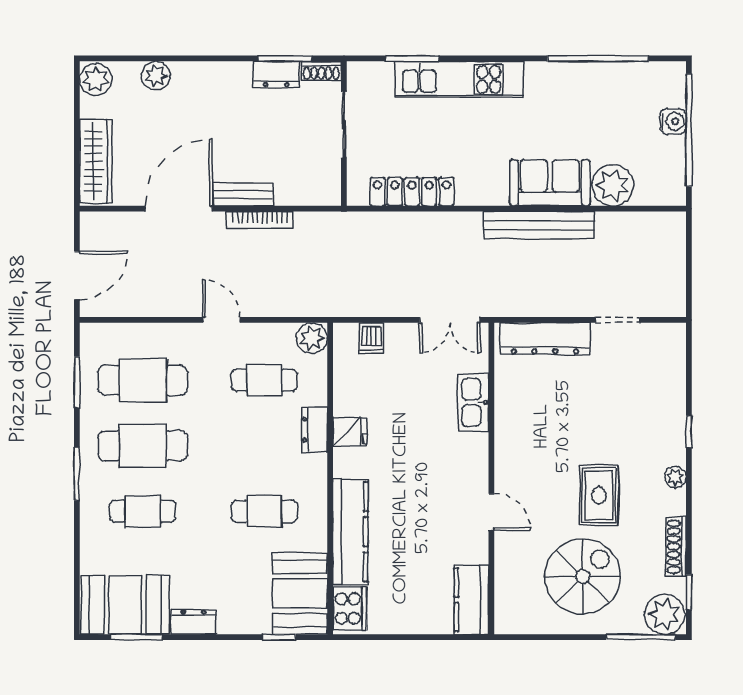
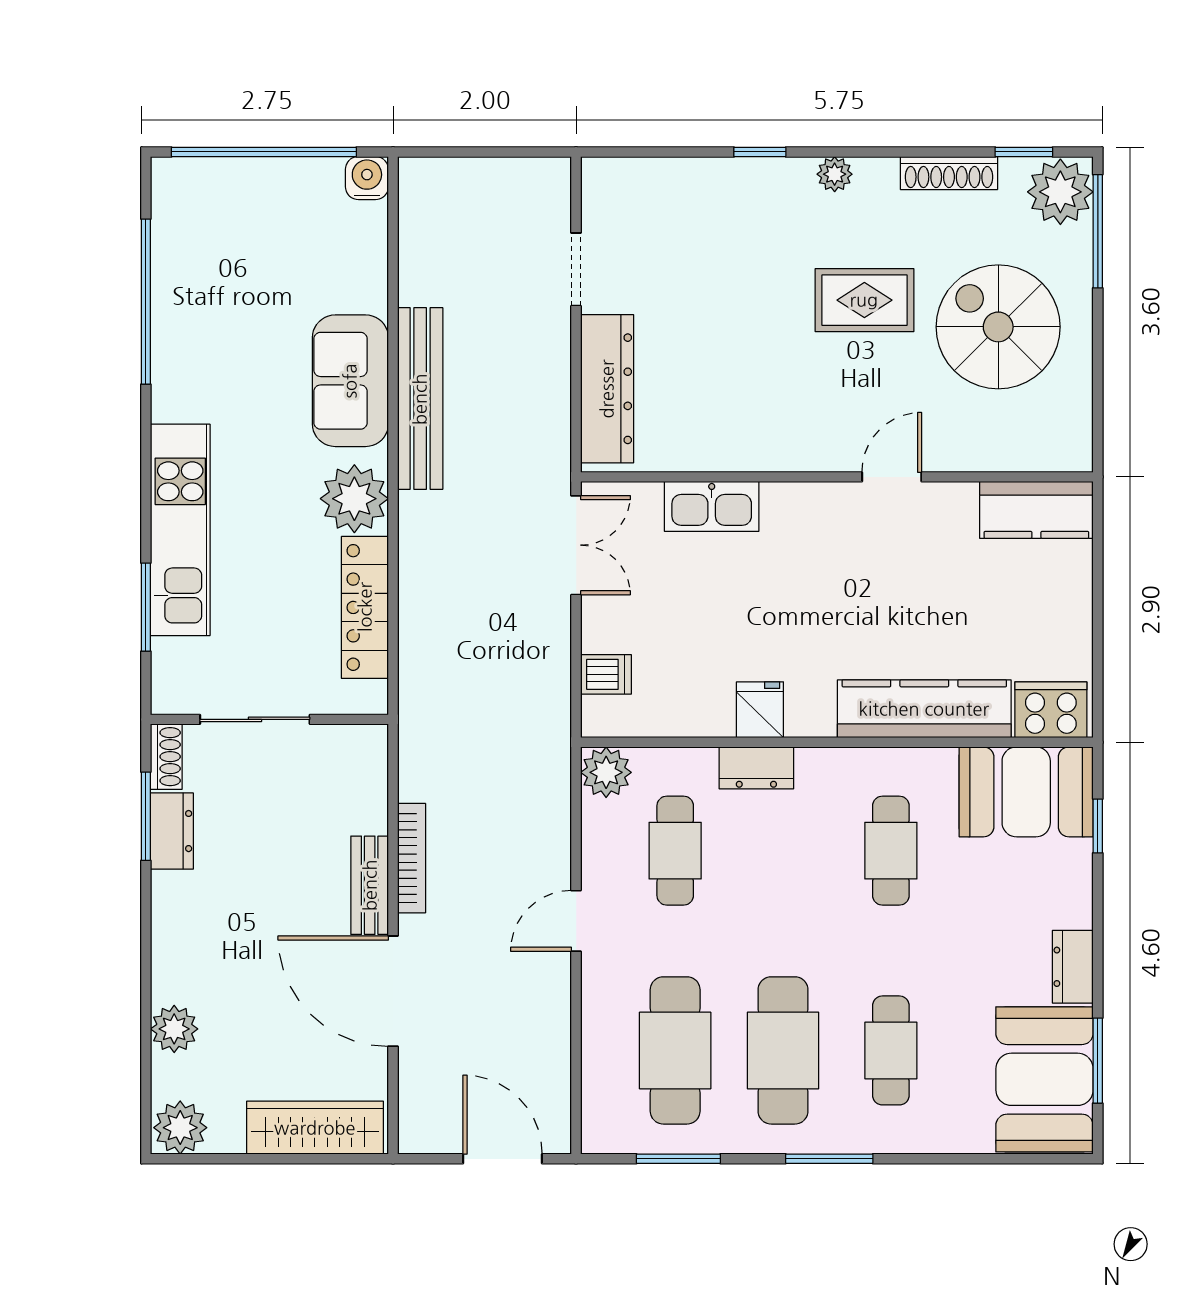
water cooler: (673, 121) -> (367, 178), moved
plant: (613, 185) -> (354, 499), moved

